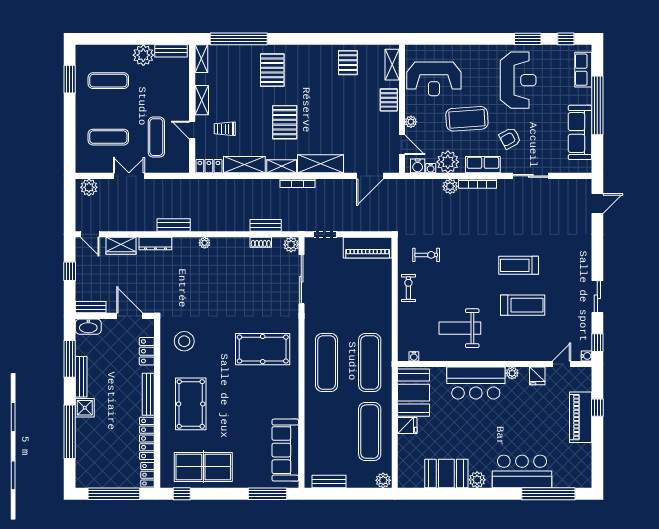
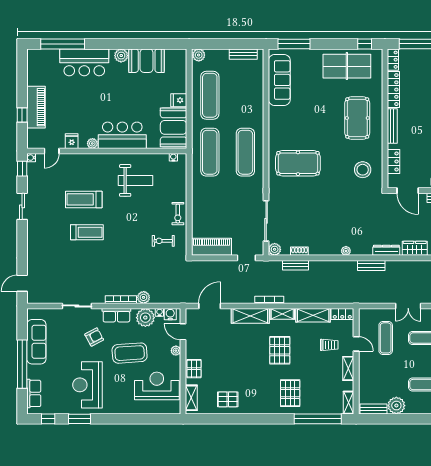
pallet: (348, 63) -> (228, 399), turned 90

